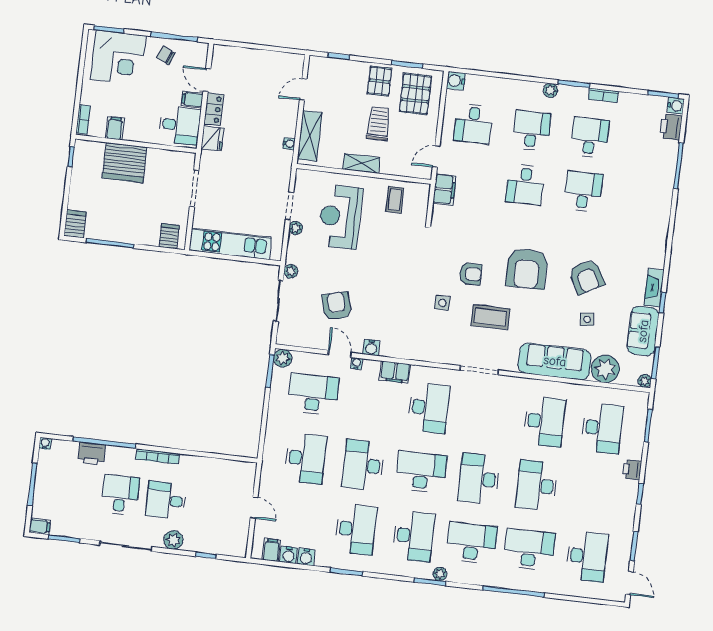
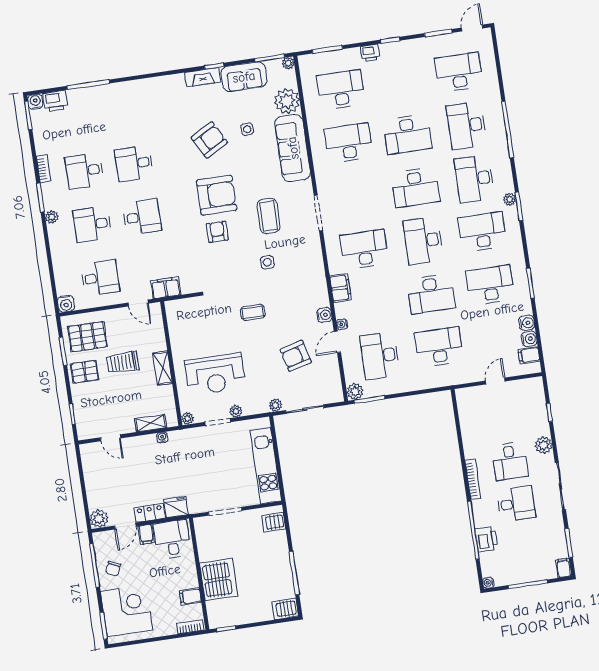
plant: (222, 55) -> (99, 519), added
shelving: (310, 136) -> (151, 423), width x0.67, depth x0.75
plant: (302, 175) -> (187, 418), added
coffee table: (395, 200) -> (253, 312), moved
armchair: (470, 274) -> (217, 232), moved
desk: (120, 495) -> (516, 504), turned 180

